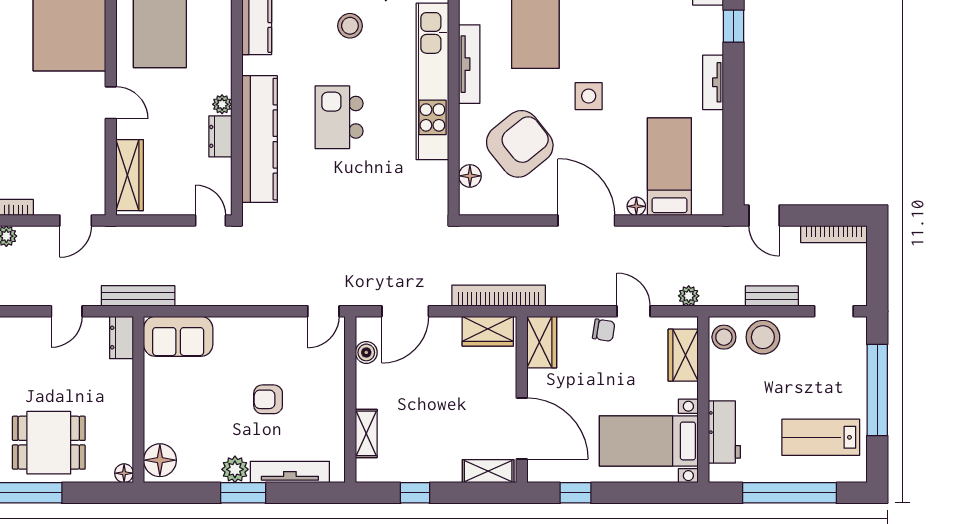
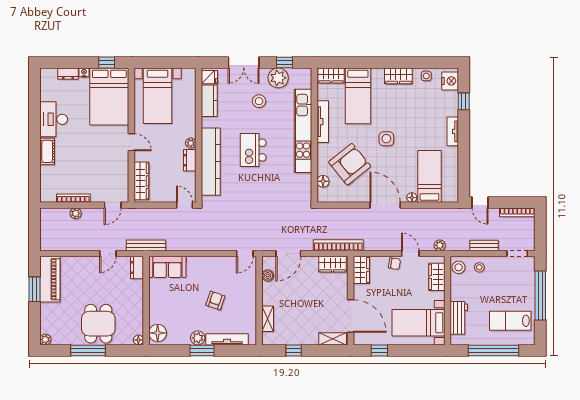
stool: (763, 337) -> (479, 267), width x0.53, depth x0.53
armchair: (268, 399) -> (215, 301), turned 109
dining table: (49, 443) -> (98, 324), turned 90

